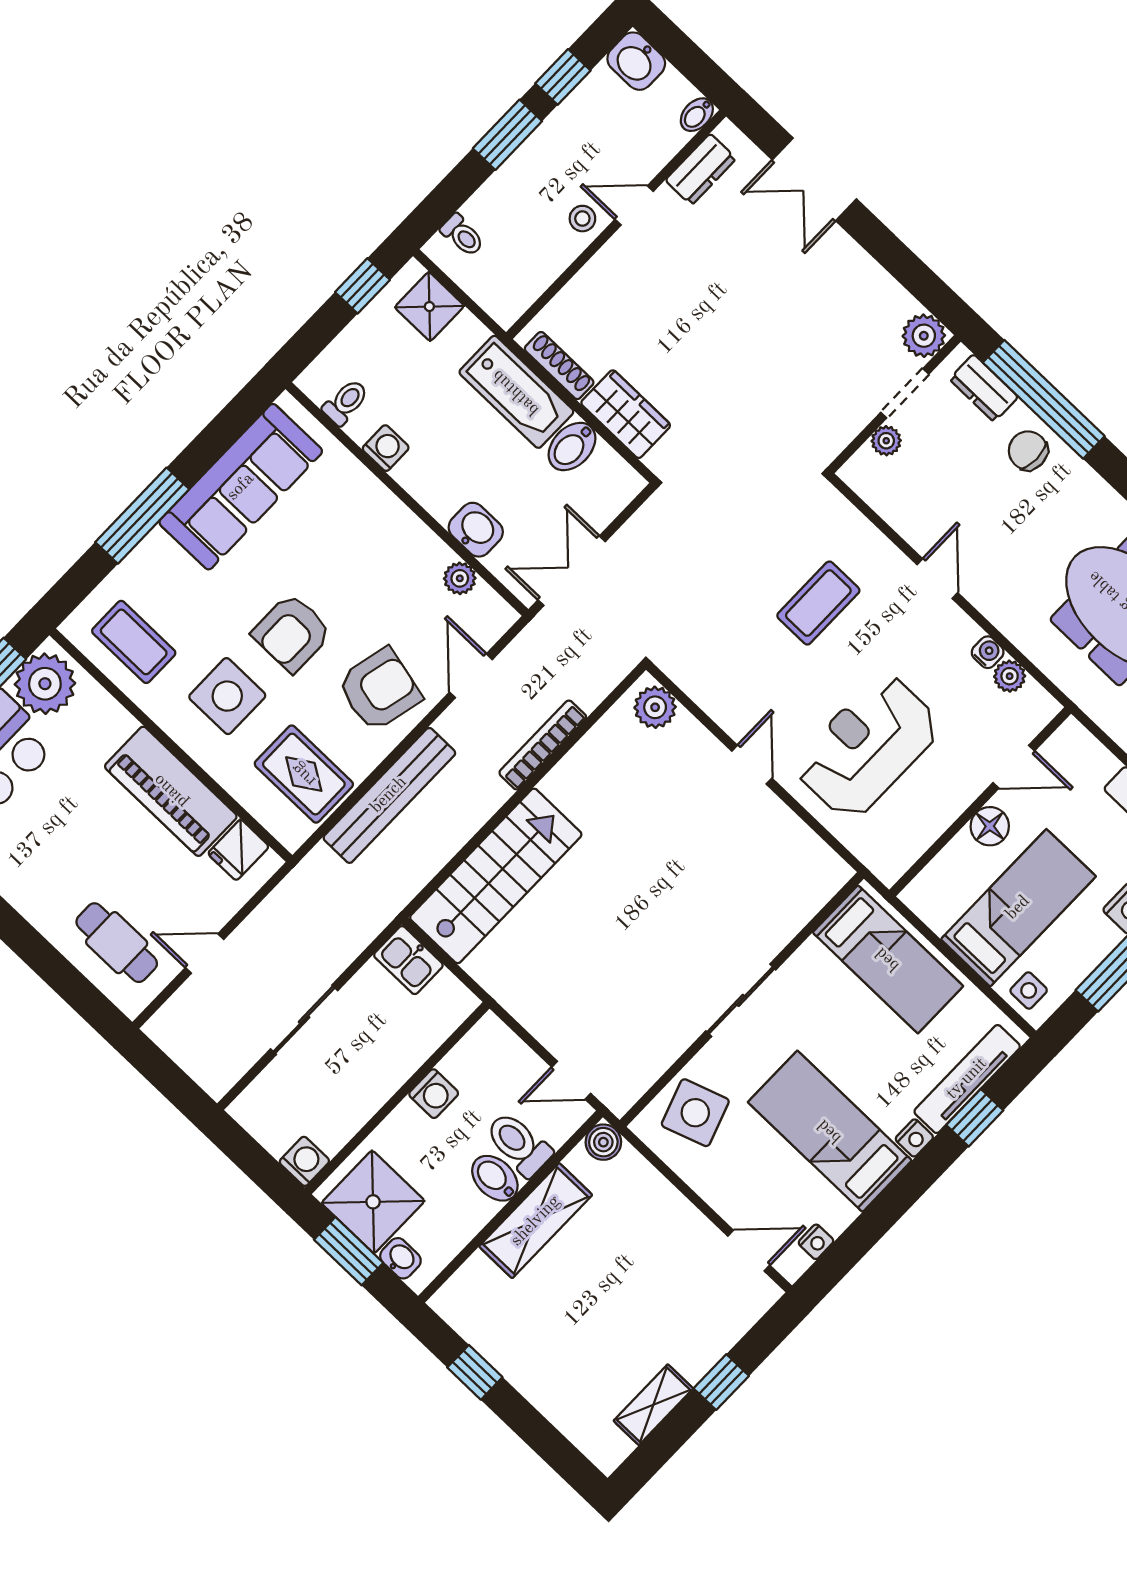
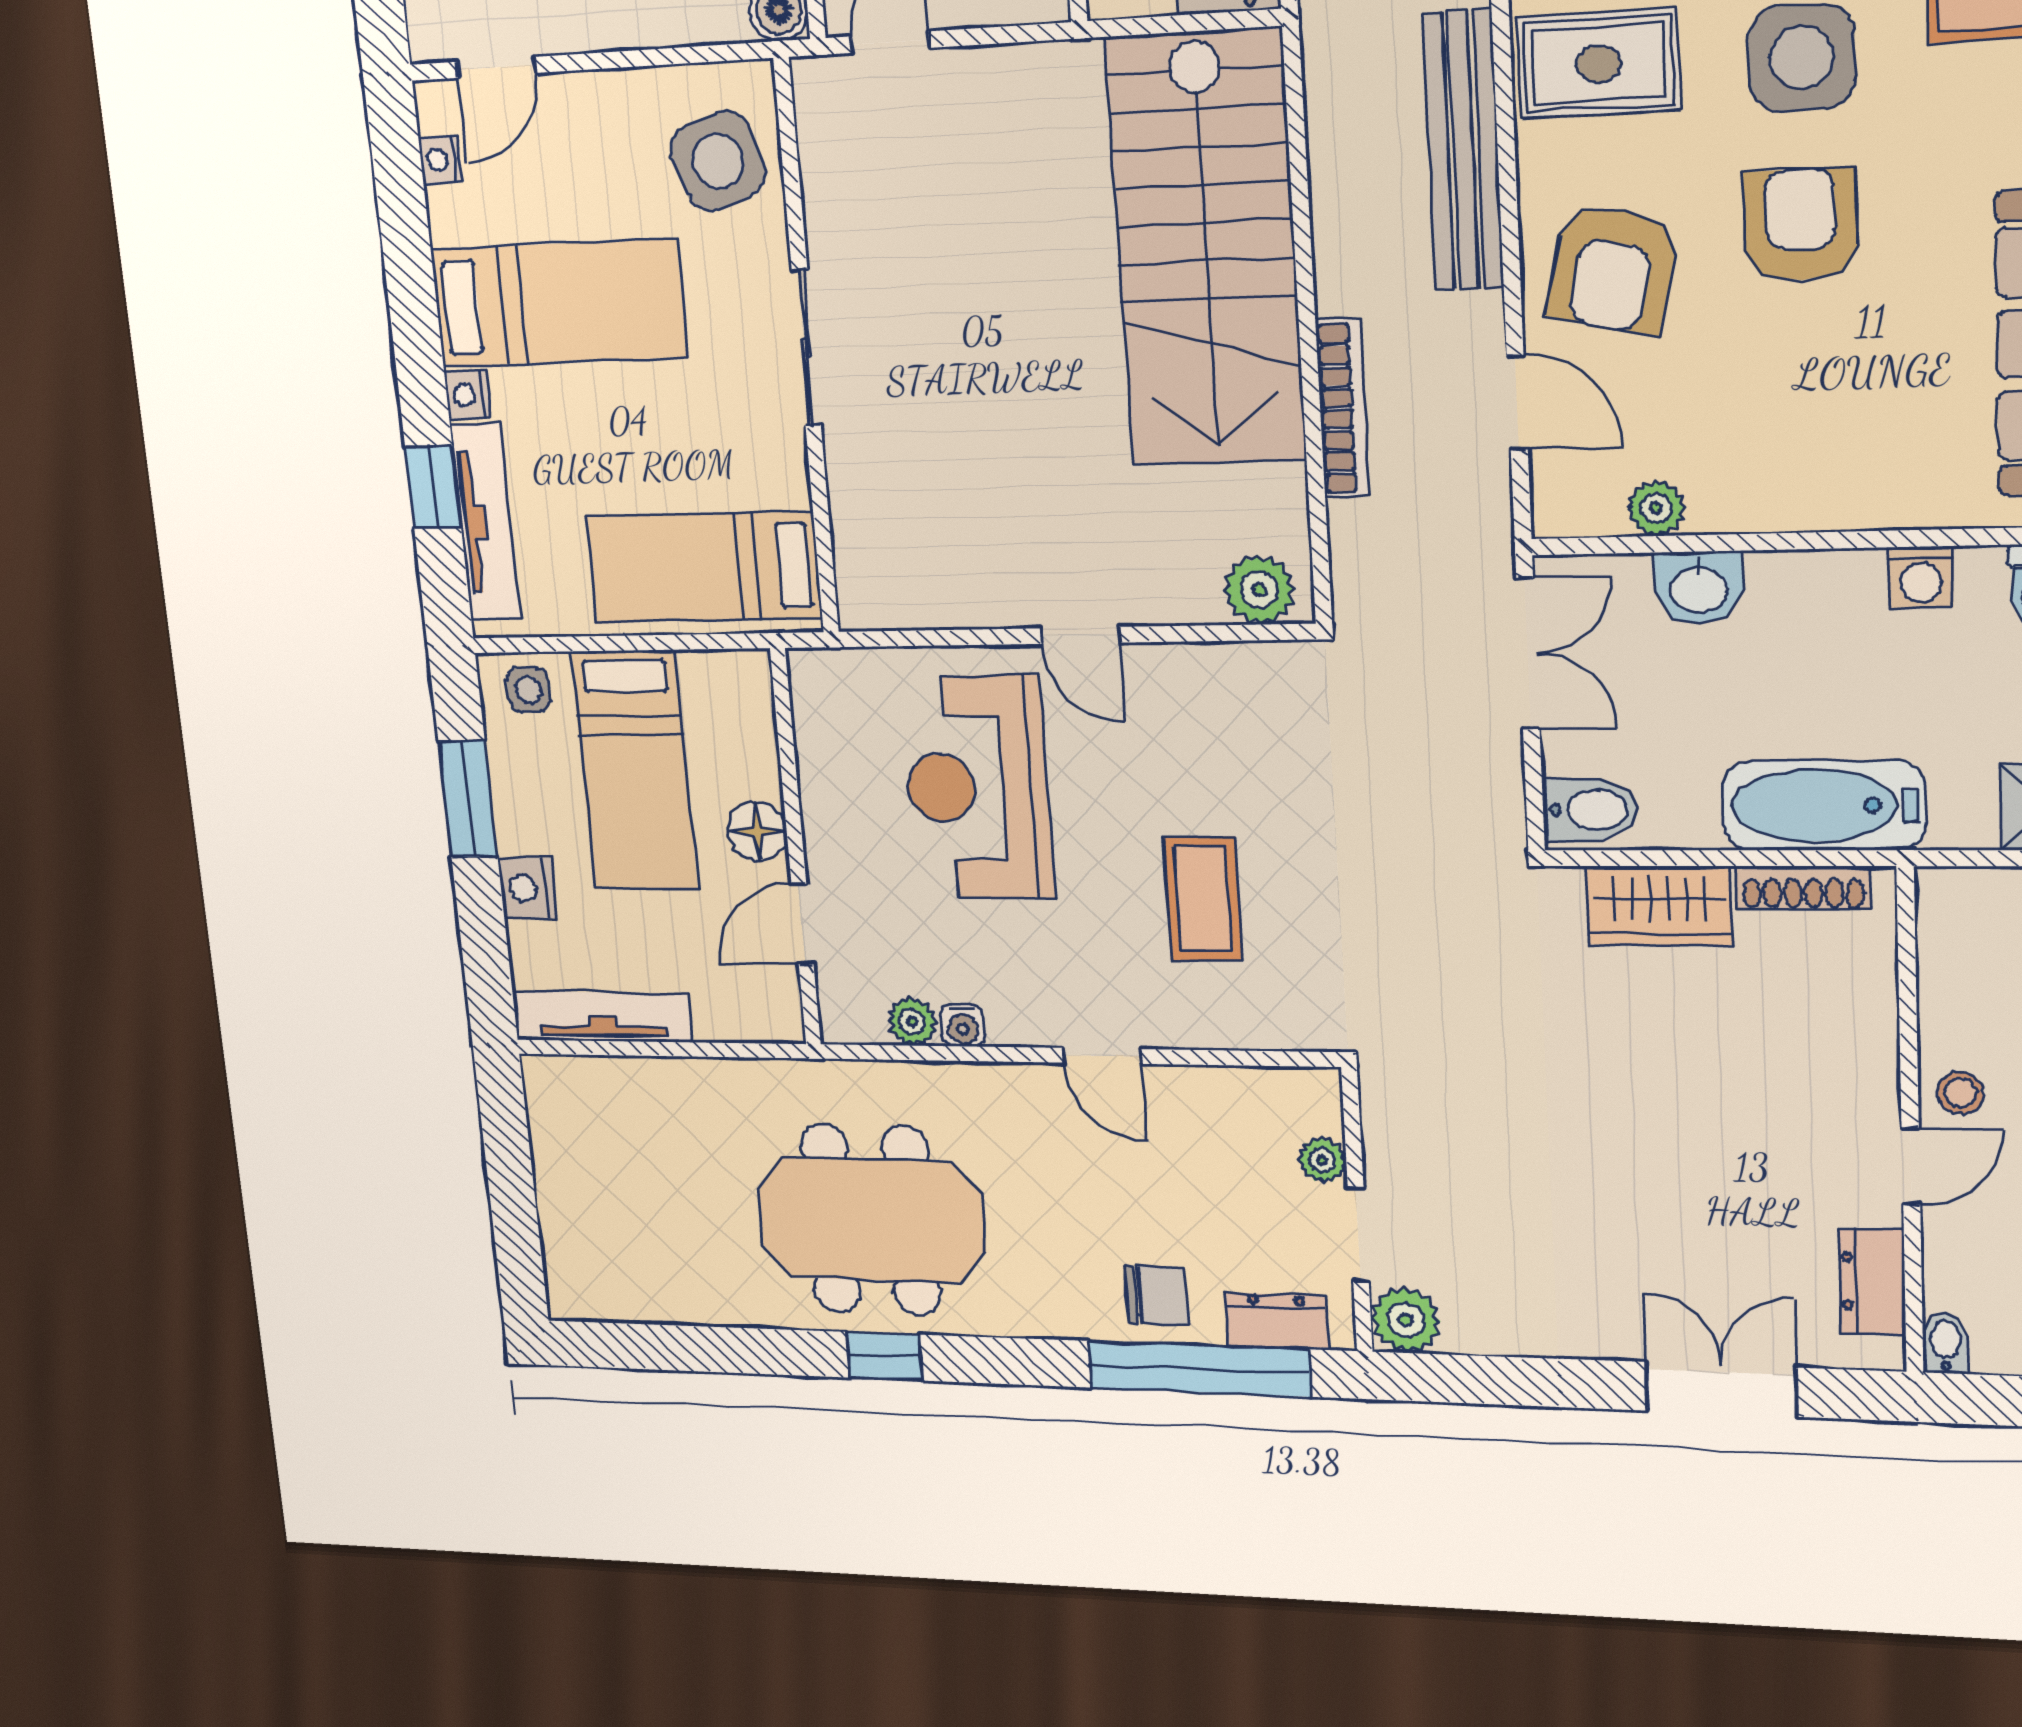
bidet: (572, 446) -> (1590, 810), moved, turned 90
reception desk: (868, 746) -> (977, 788), turned 180
stairs: (496, 876) -> (1206, 250), width x1.36, depth x1.51

